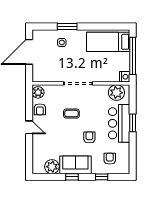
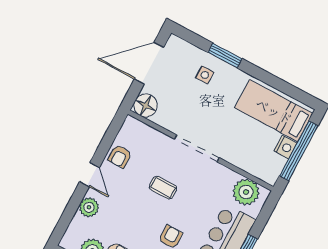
floor lamp: (39, 75) -> (146, 105), added
nightstand: (125, 77) -> (285, 147), moved
plant: (38, 92) -> (89, 207), moved

